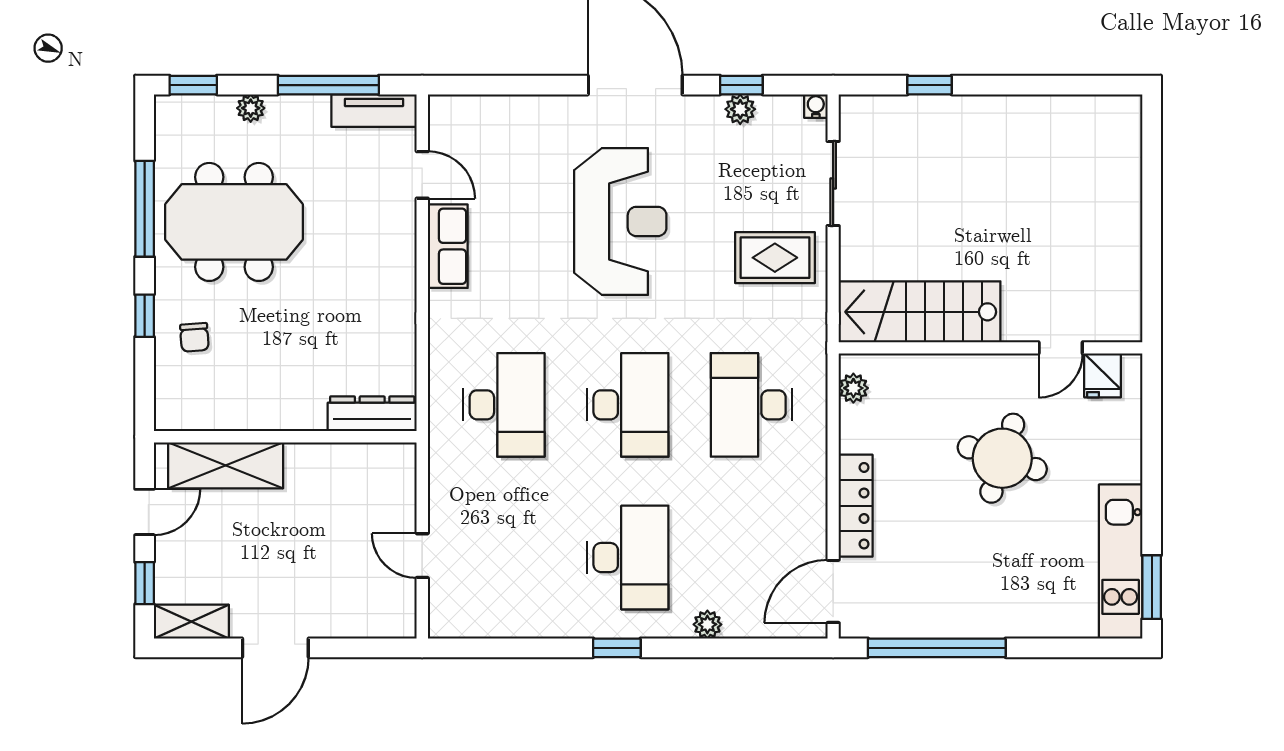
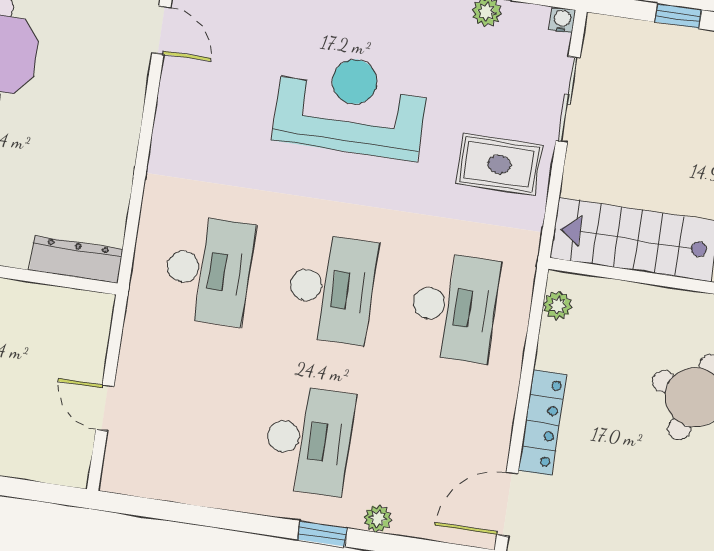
reception desk: (620, 221) -> (351, 106), turned -90
row of seats: (448, 246) -> (176, 104), removed
desk: (752, 405) -> (454, 307), turned 180
window: (617, 648) -> (322, 534), moved

